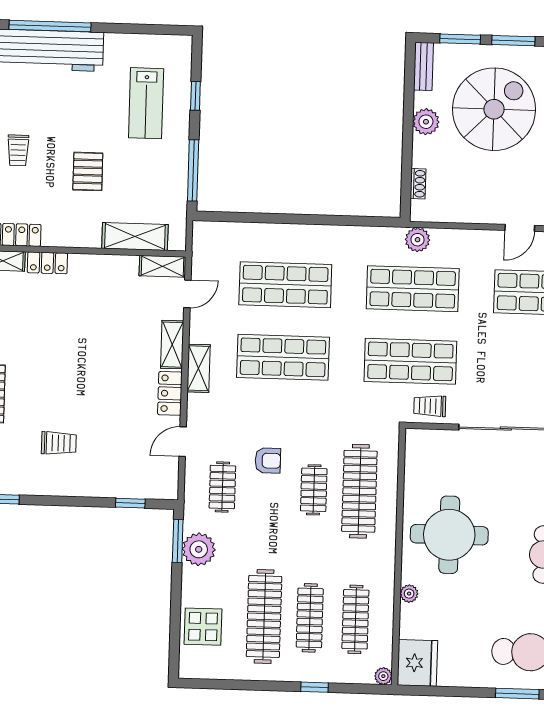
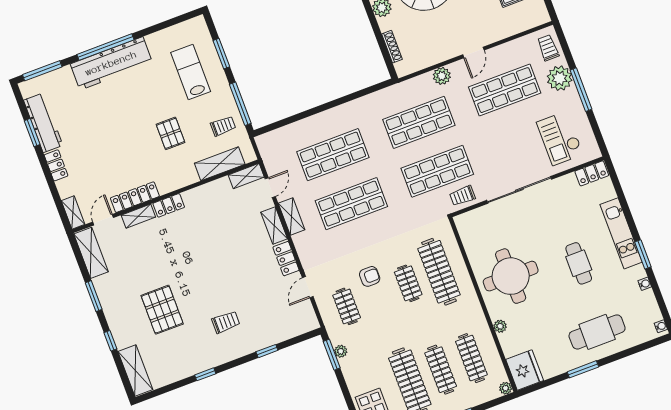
window: (195, 96) -> (221, 54), width x1.50
lab bench: (146, 103) -> (191, 72), turned 180
trolley: (18, 150) -> (223, 126), moved, turned -90
shoe rack: (418, 184) -> (392, 47), width x1.43
plant: (418, 240) -> (442, 76), moved
shelving: (199, 368) -> (292, 216), moved
window: (130, 503) -> (267, 351), moved
plant: (199, 549) -> (341, 351), width x0.53, depth x0.53
window: (517, 694) -> (583, 369), moved

